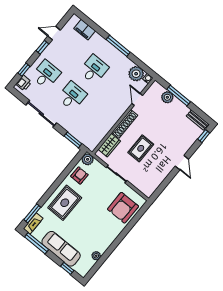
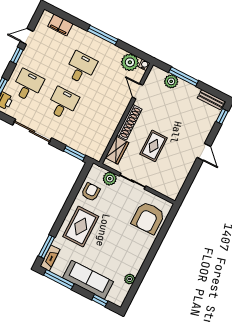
plant: (88, 159) -> (110, 179), moved

